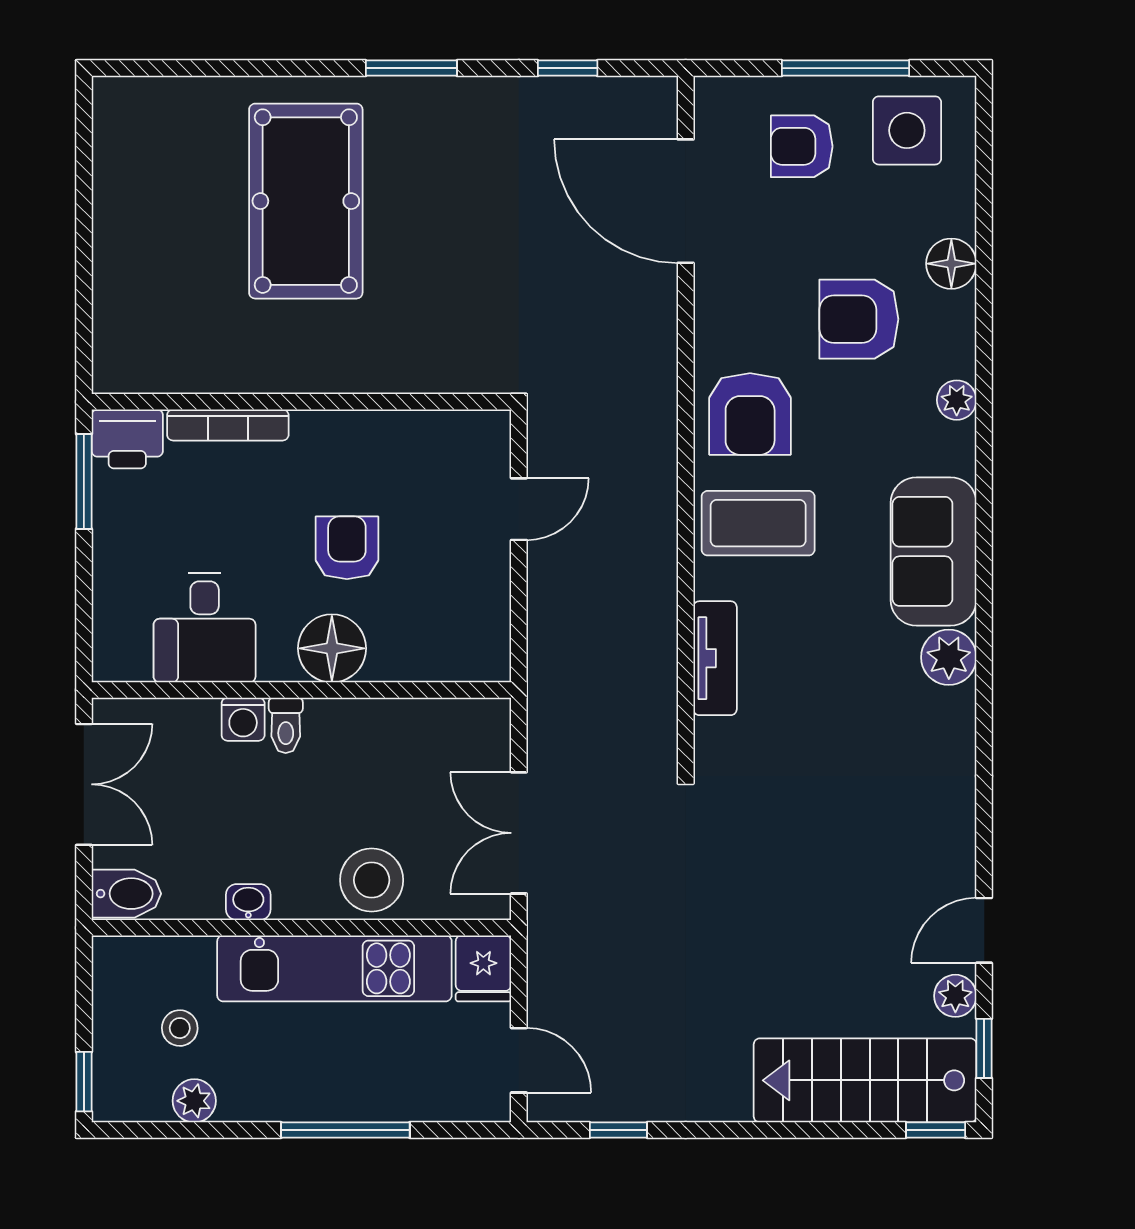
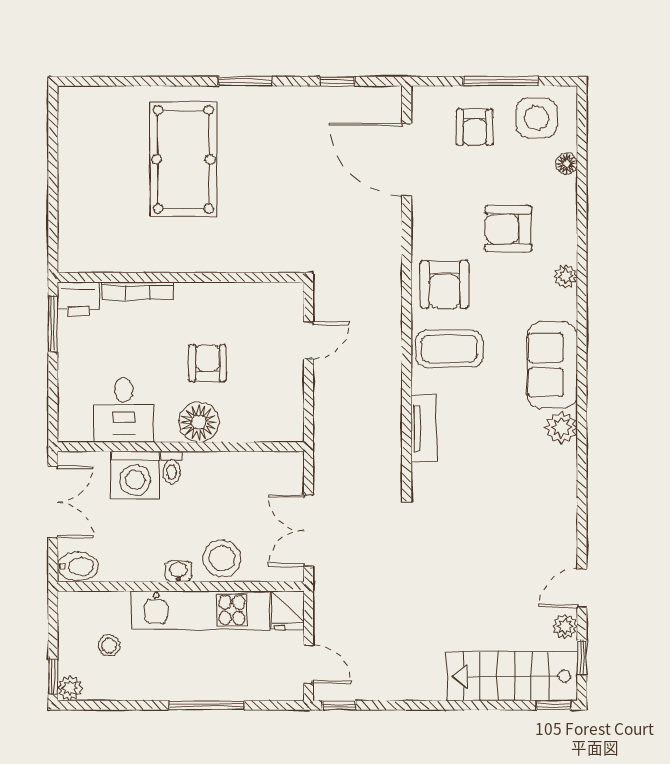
armchair: (802, 146) -> (475, 127), turned -90
floor lamp: (951, 264) -> (567, 164), moved, width x0.73, depth x0.73
washing machine: (243, 719) -> (135, 475), width x1.89, depth x1.89
washbasin: (248, 902) -> (178, 571), moved
plant: (194, 1101) -> (70, 688), moved
window: (618, 1130) -> (339, 705), moved

